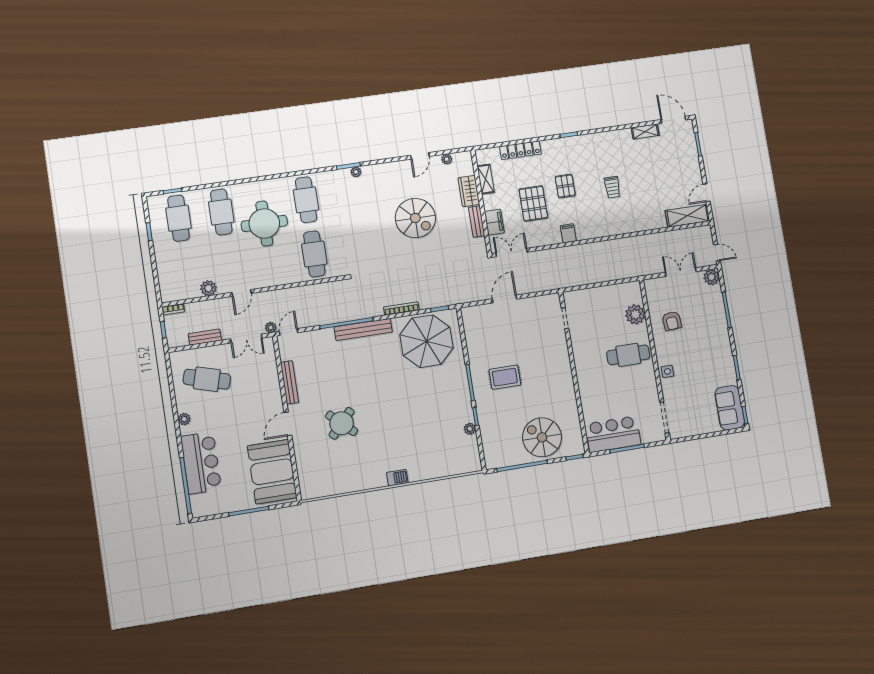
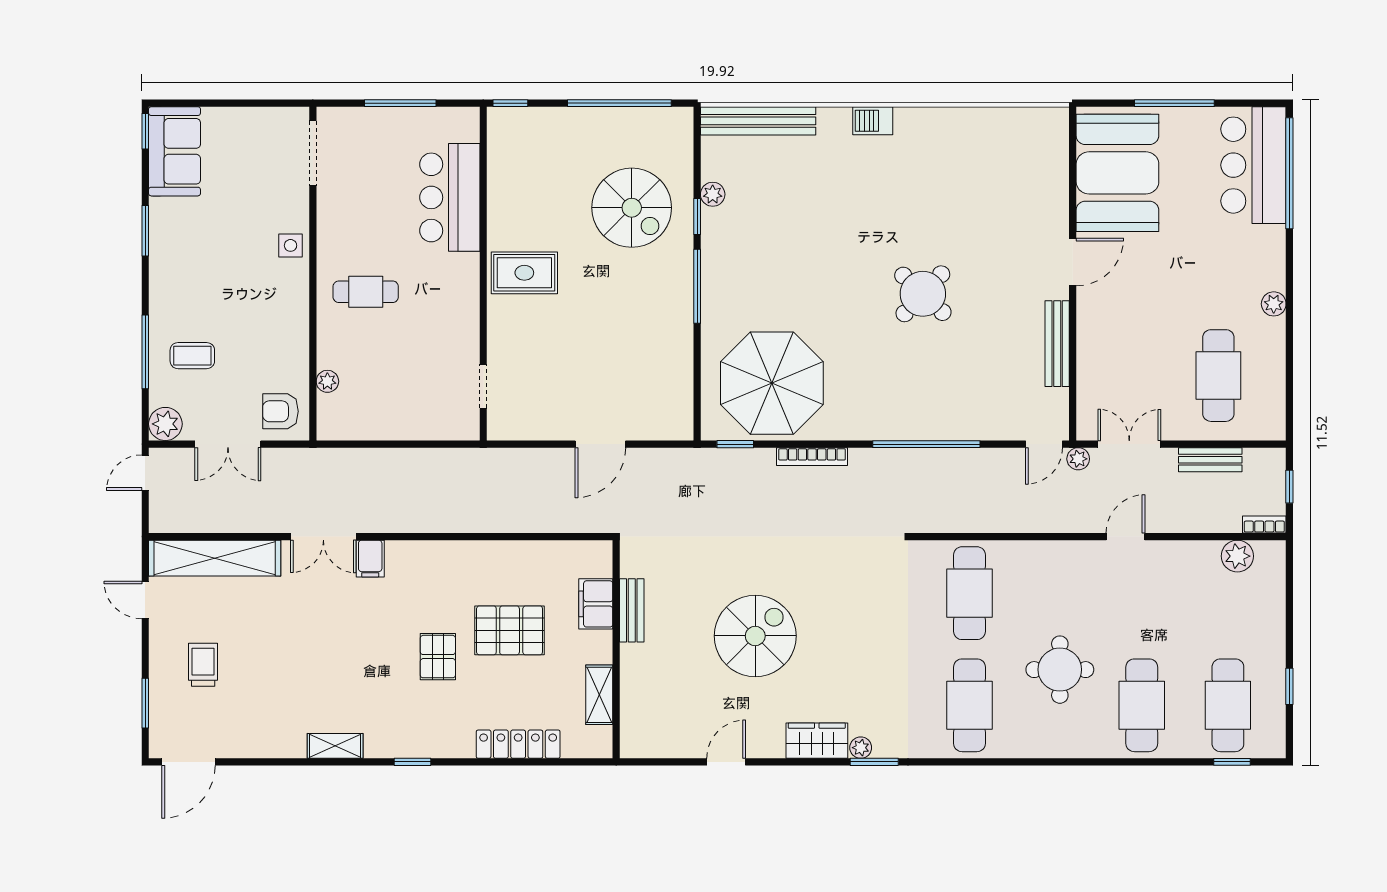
door: (673, 120) -> (188, 762), hinge flipped
shelving: (645, 132) -> (335, 746), moved
plant: (447, 159) -> (672, 747), removed
trolley: (612, 187) -> (203, 665), moved
wardrobe: (469, 191) -> (817, 741), moved, turned -90
door: (707, 193) -> (145, 600), swing flipped
pallet: (533, 203) -> (510, 630), turned 90
shelving: (687, 216) -> (215, 558), width x1.47
spiral stairs: (415, 218) -> (755, 636), turned 90
round table: (264, 223) -> (1060, 670), width x0.73, depth x0.73
filing cabinet: (568, 233) -> (370, 559), moved
double door: (512, 252) -> (323, 537), moved
door: (717, 253) -> (145, 473), hinge flipped
plant: (208, 288) -> (1237, 556), moved
coffee table: (705, 311) -> (192, 356), added
plant: (635, 314) -> (327, 381), width x0.53, depth x0.53
armchair: (672, 321) -> (281, 411), moved, turned -86
bench: (363, 329) -> (758, 121), moved
cafe table: (628, 355) -> (366, 292), width x0.73, depth x0.74
rug: (505, 377) -> (524, 273), moved
cafe table: (207, 379) -> (1218, 376), turned 74
round table: (342, 423) -> (923, 294), moved
bar counter: (613, 434) -> (450, 197), moved, turned 90
spiral stairs: (542, 437) -> (632, 208), moved
bar counter: (201, 463) -> (1253, 165), moved

